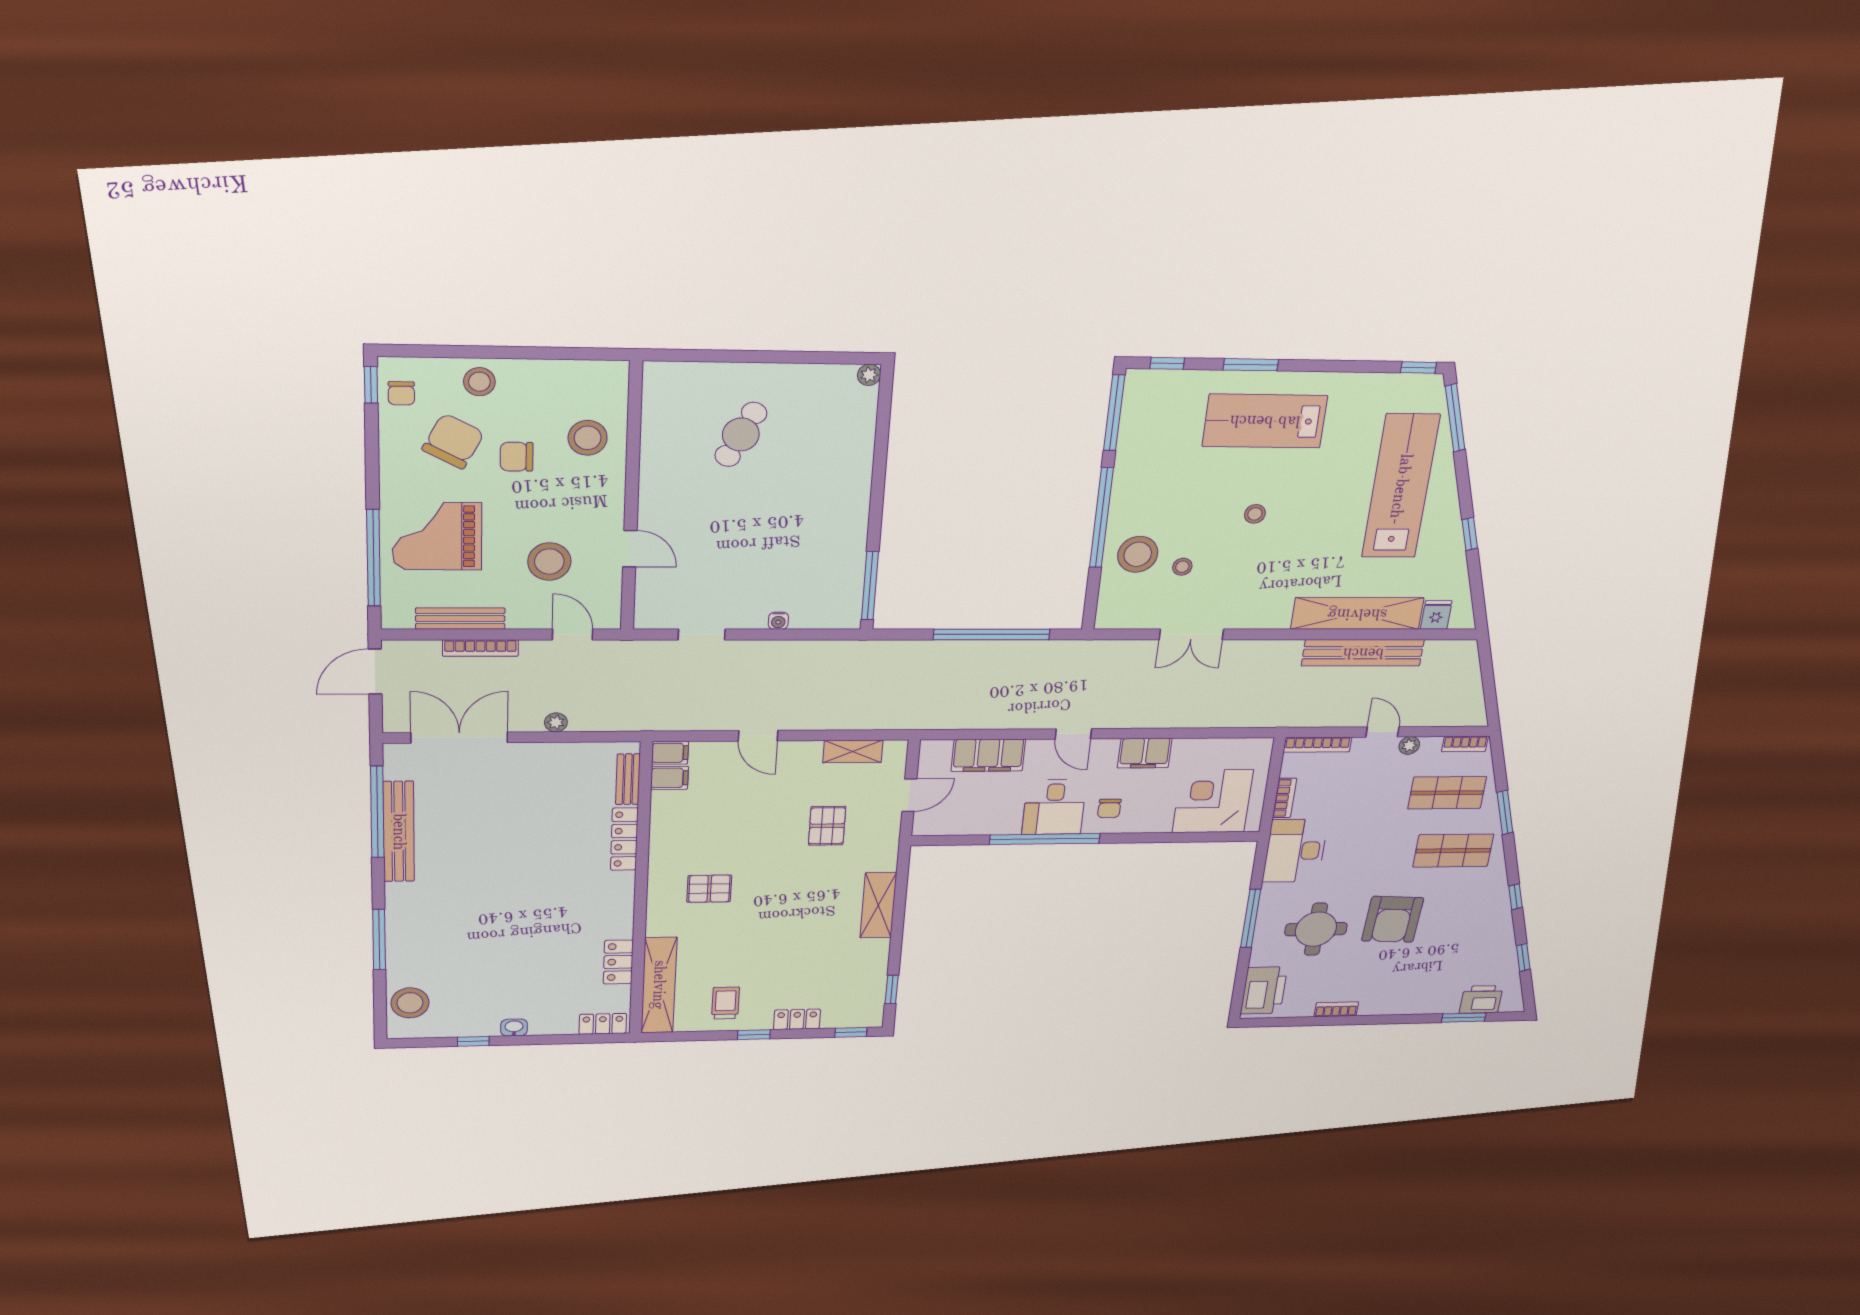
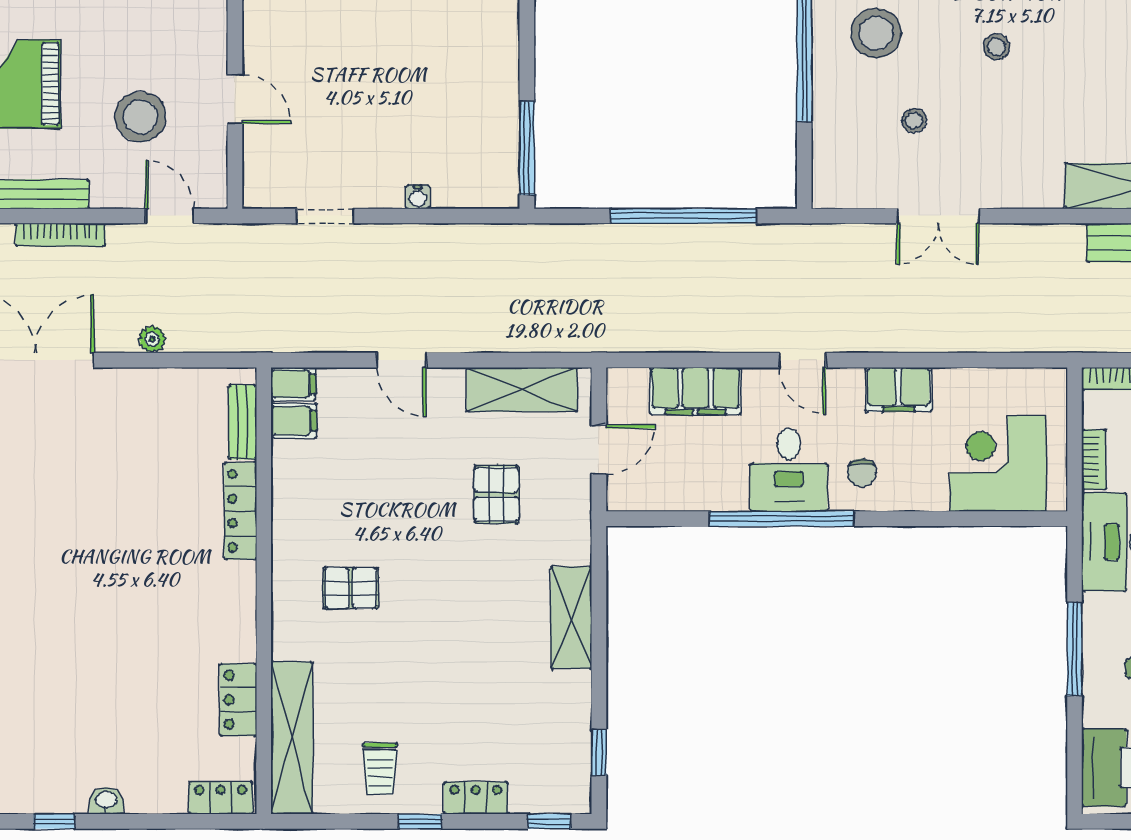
stool: (1138, 554) -> (876, 33), moved
shelving: (853, 751) -> (522, 390), width x1.50, depth x1.33
trolley: (725, 1003) -> (380, 769), turned 180

